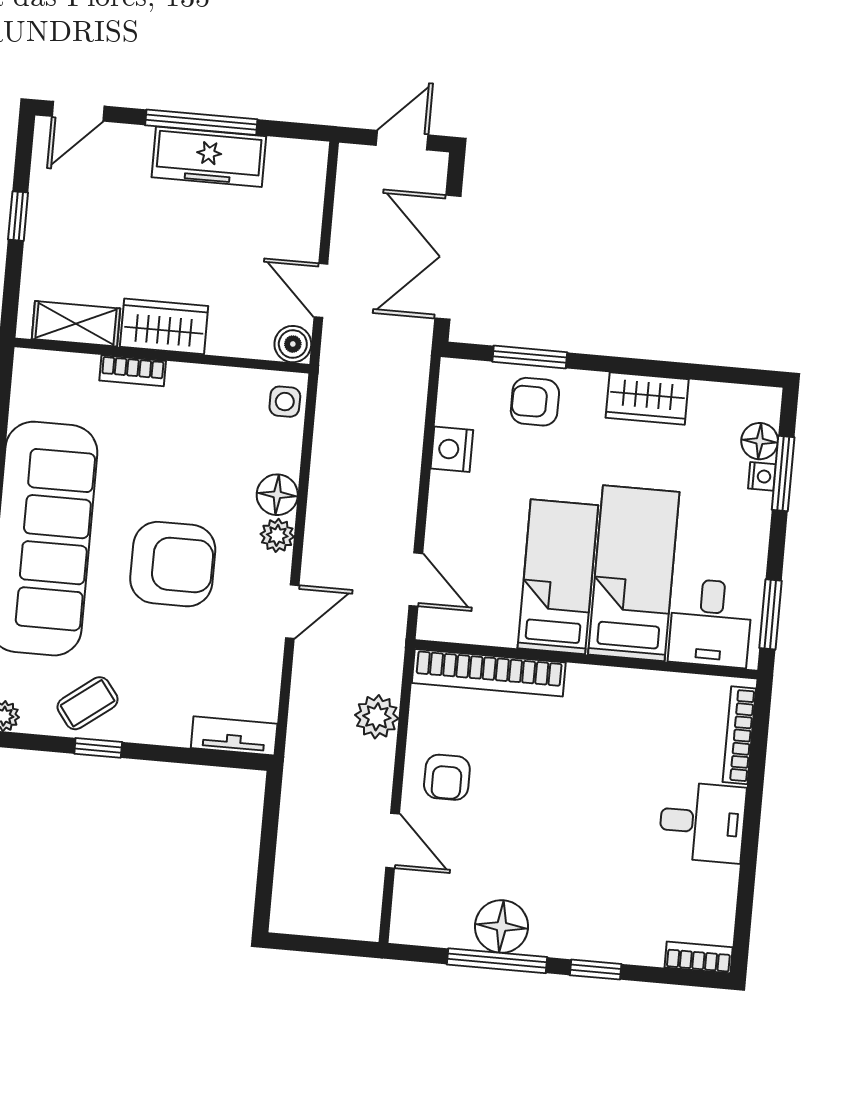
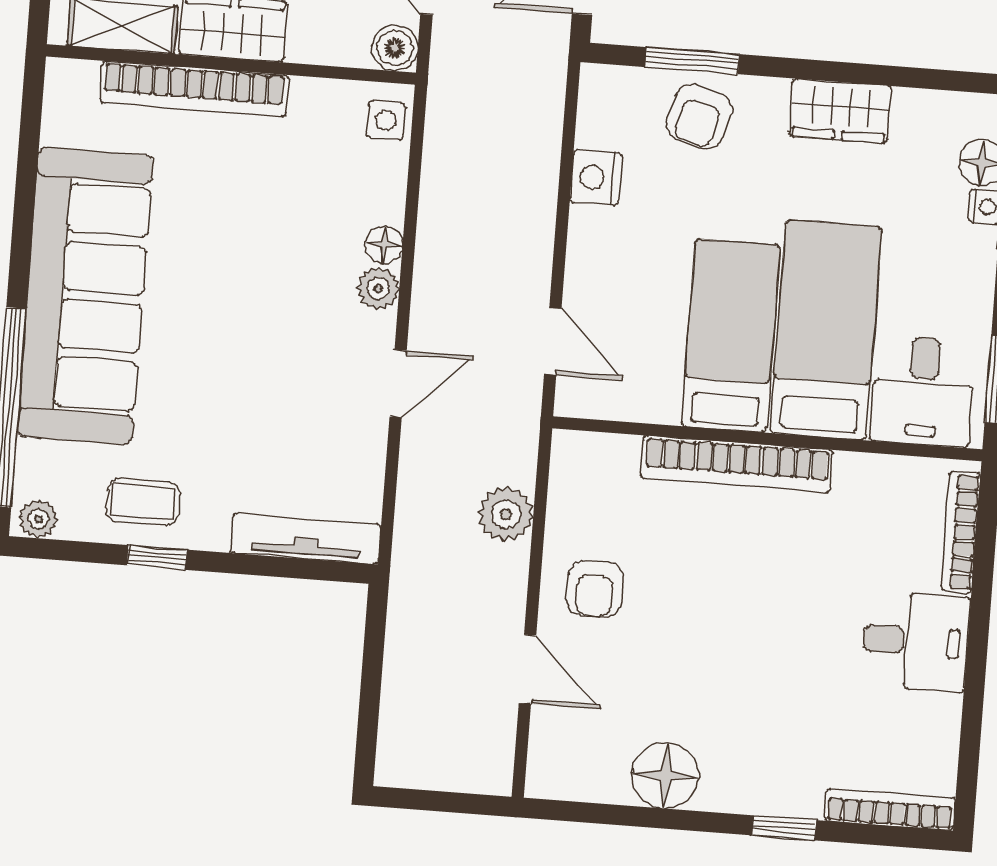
bookcase: (133, 371) -> (194, 89), width x2.31, depth x1.31
armchair: (535, 402) -> (699, 117), turned -75
floor lamp: (277, 495) -> (384, 245), width x0.73, depth x0.73
armchair: (173, 564) -> (248, 326), removed
bookcase: (489, 673) -> (737, 464), moved
coffee table: (88, 703) -> (143, 502), turned 37
tv unit: (234, 736) -> (306, 539), width x1.41
bookcase: (699, 957) -> (890, 809), width x1.56
window: (497, 961) -> (660, 818), removed

